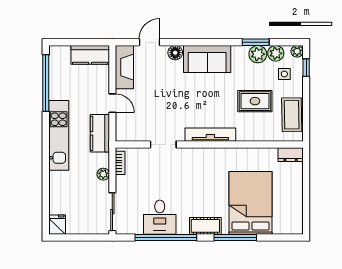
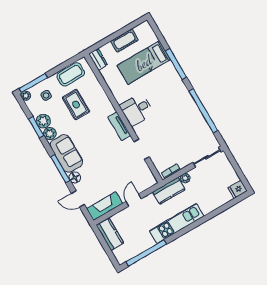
window: (194, 42) -> (60, 169), added
plant: (276, 53) -> (50, 134), moved
window: (306, 68) -> (33, 83), width x2.17
kitchen counter: (100, 133) -> (169, 191), moved
tv unit: (210, 135) -> (119, 126), width x0.71
bed: (251, 203) -> (144, 63), width x0.67
desk: (160, 217) -> (137, 110), moved, turned 180
cot: (205, 226) -> (124, 40), moved, turned 90

